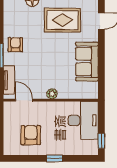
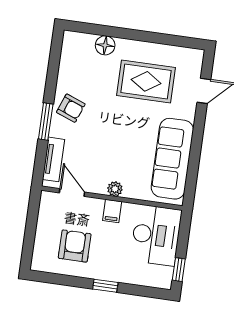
armchair: (15, 45) -> (71, 108), turned 111
sofa: (87, 62) -> (172, 159), width x1.36
filing cabinet: (52, 109) -> (112, 211), added

